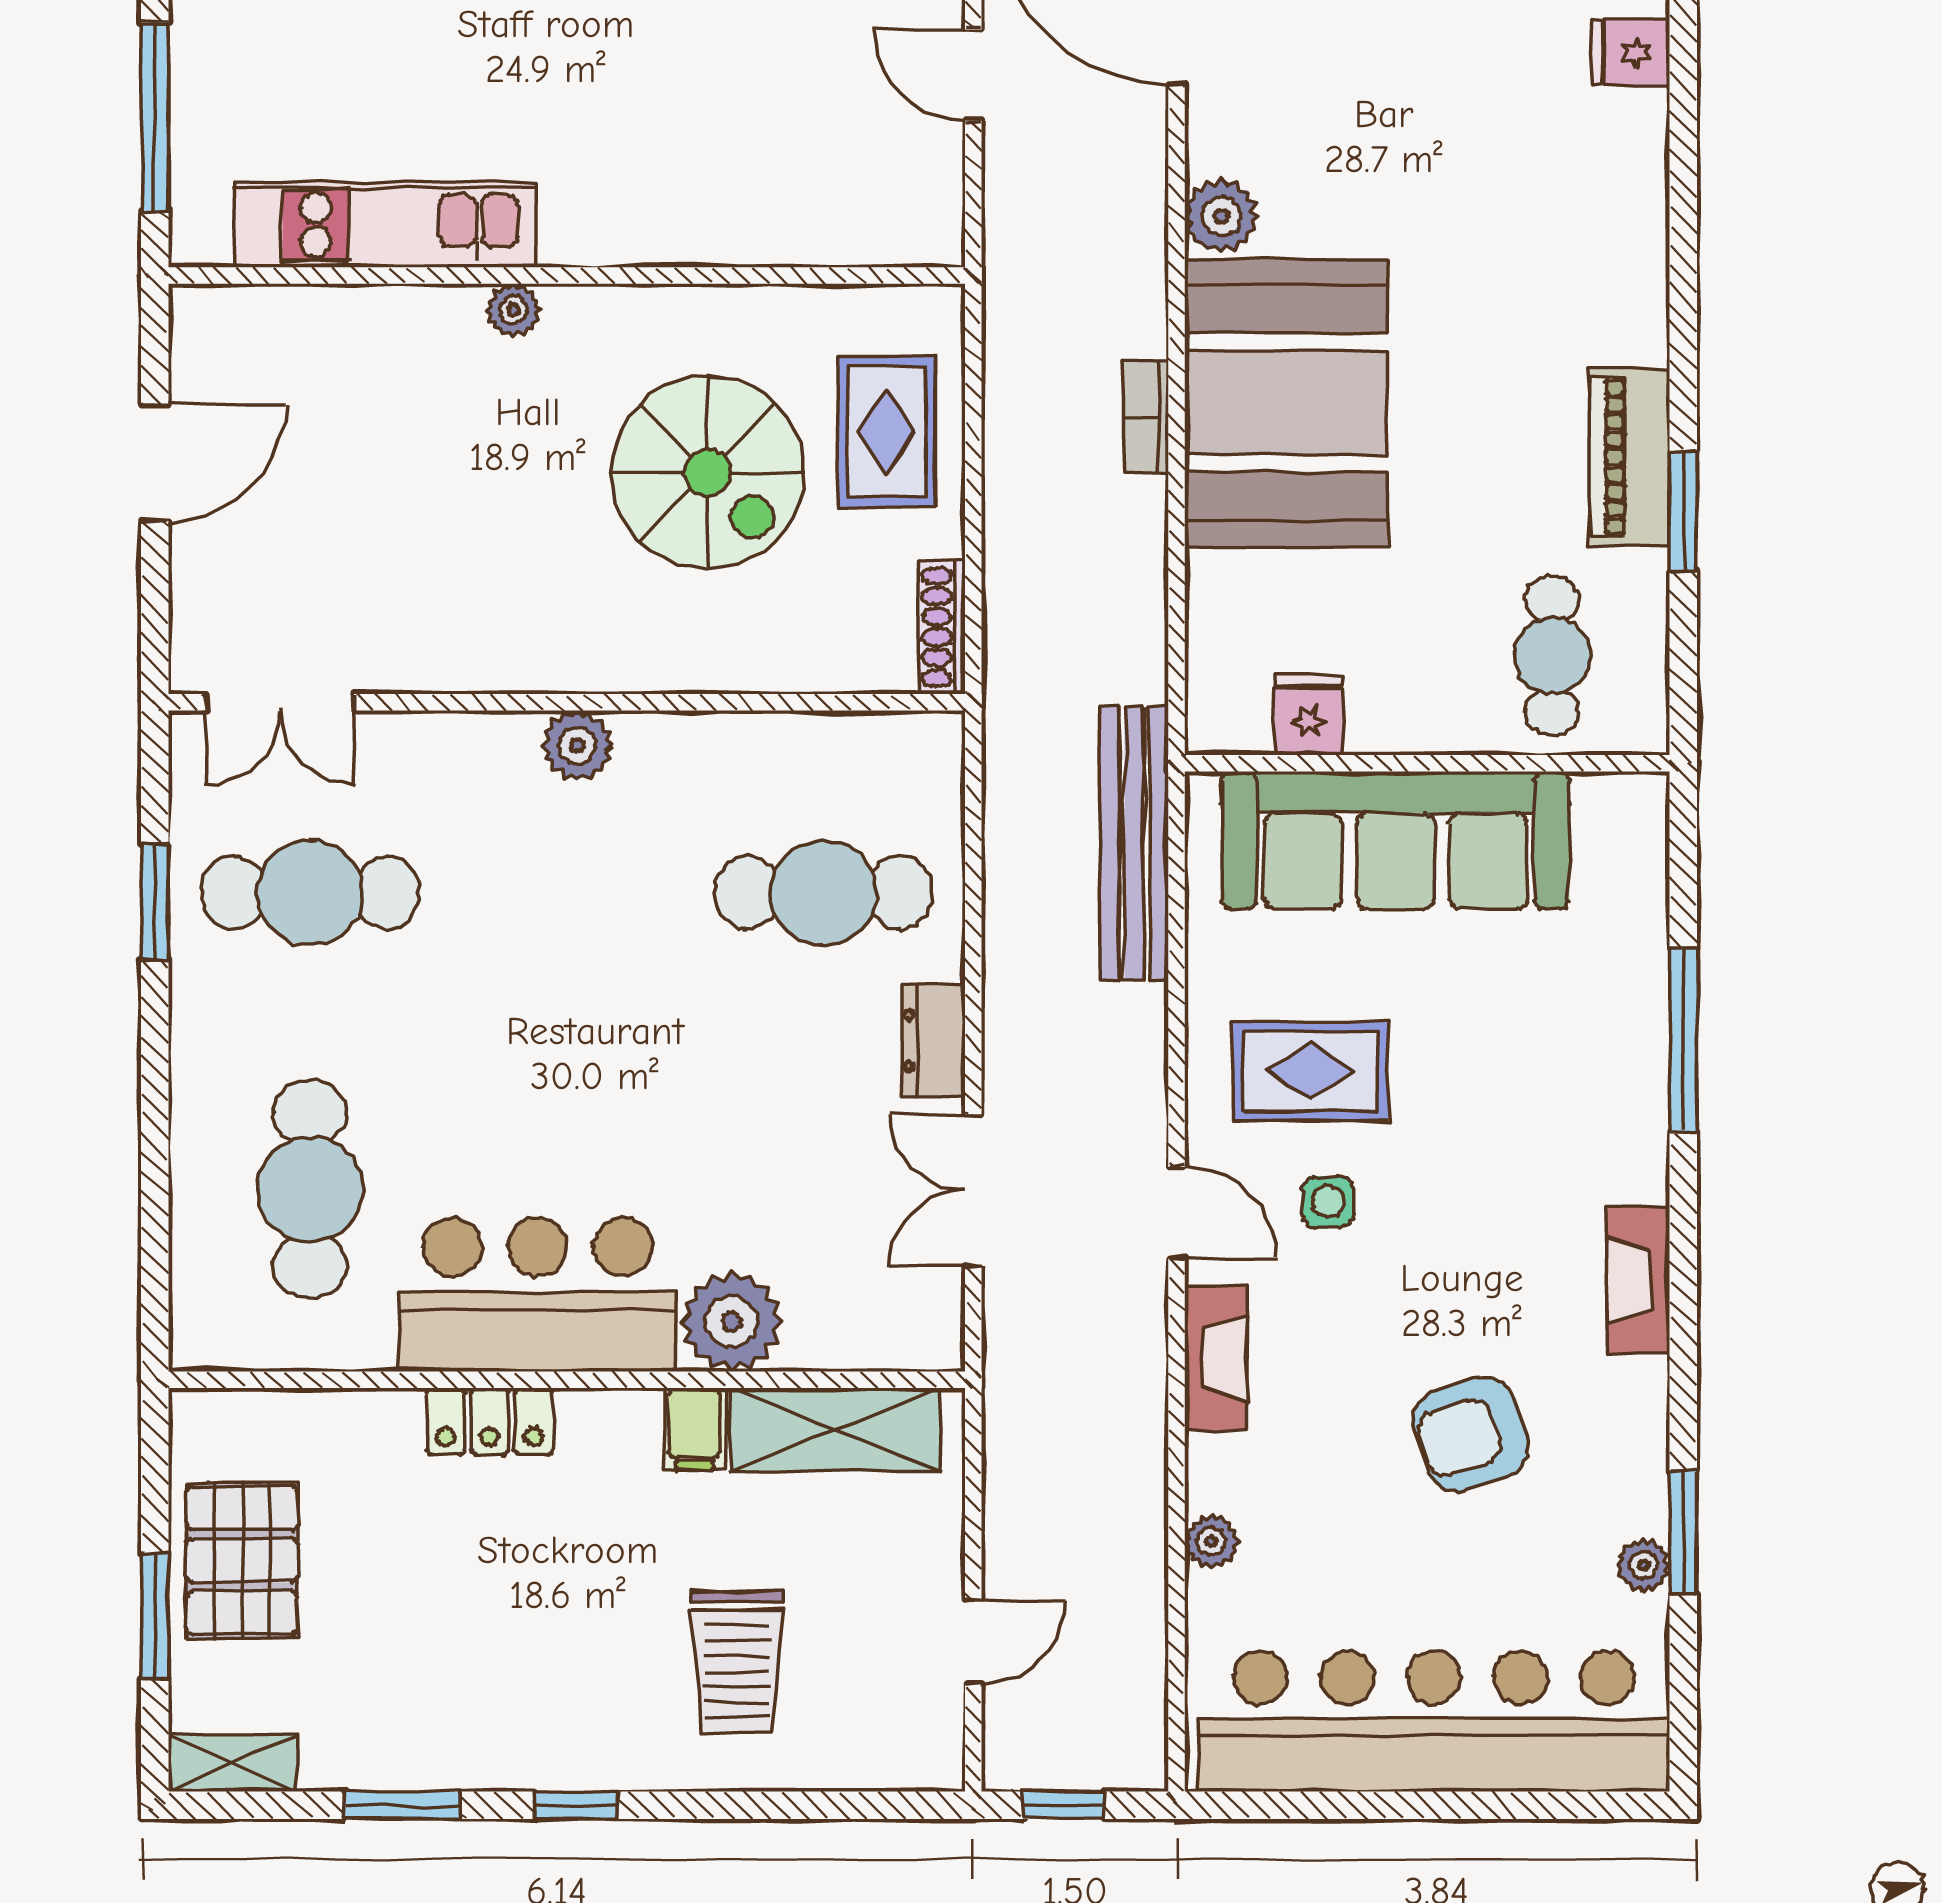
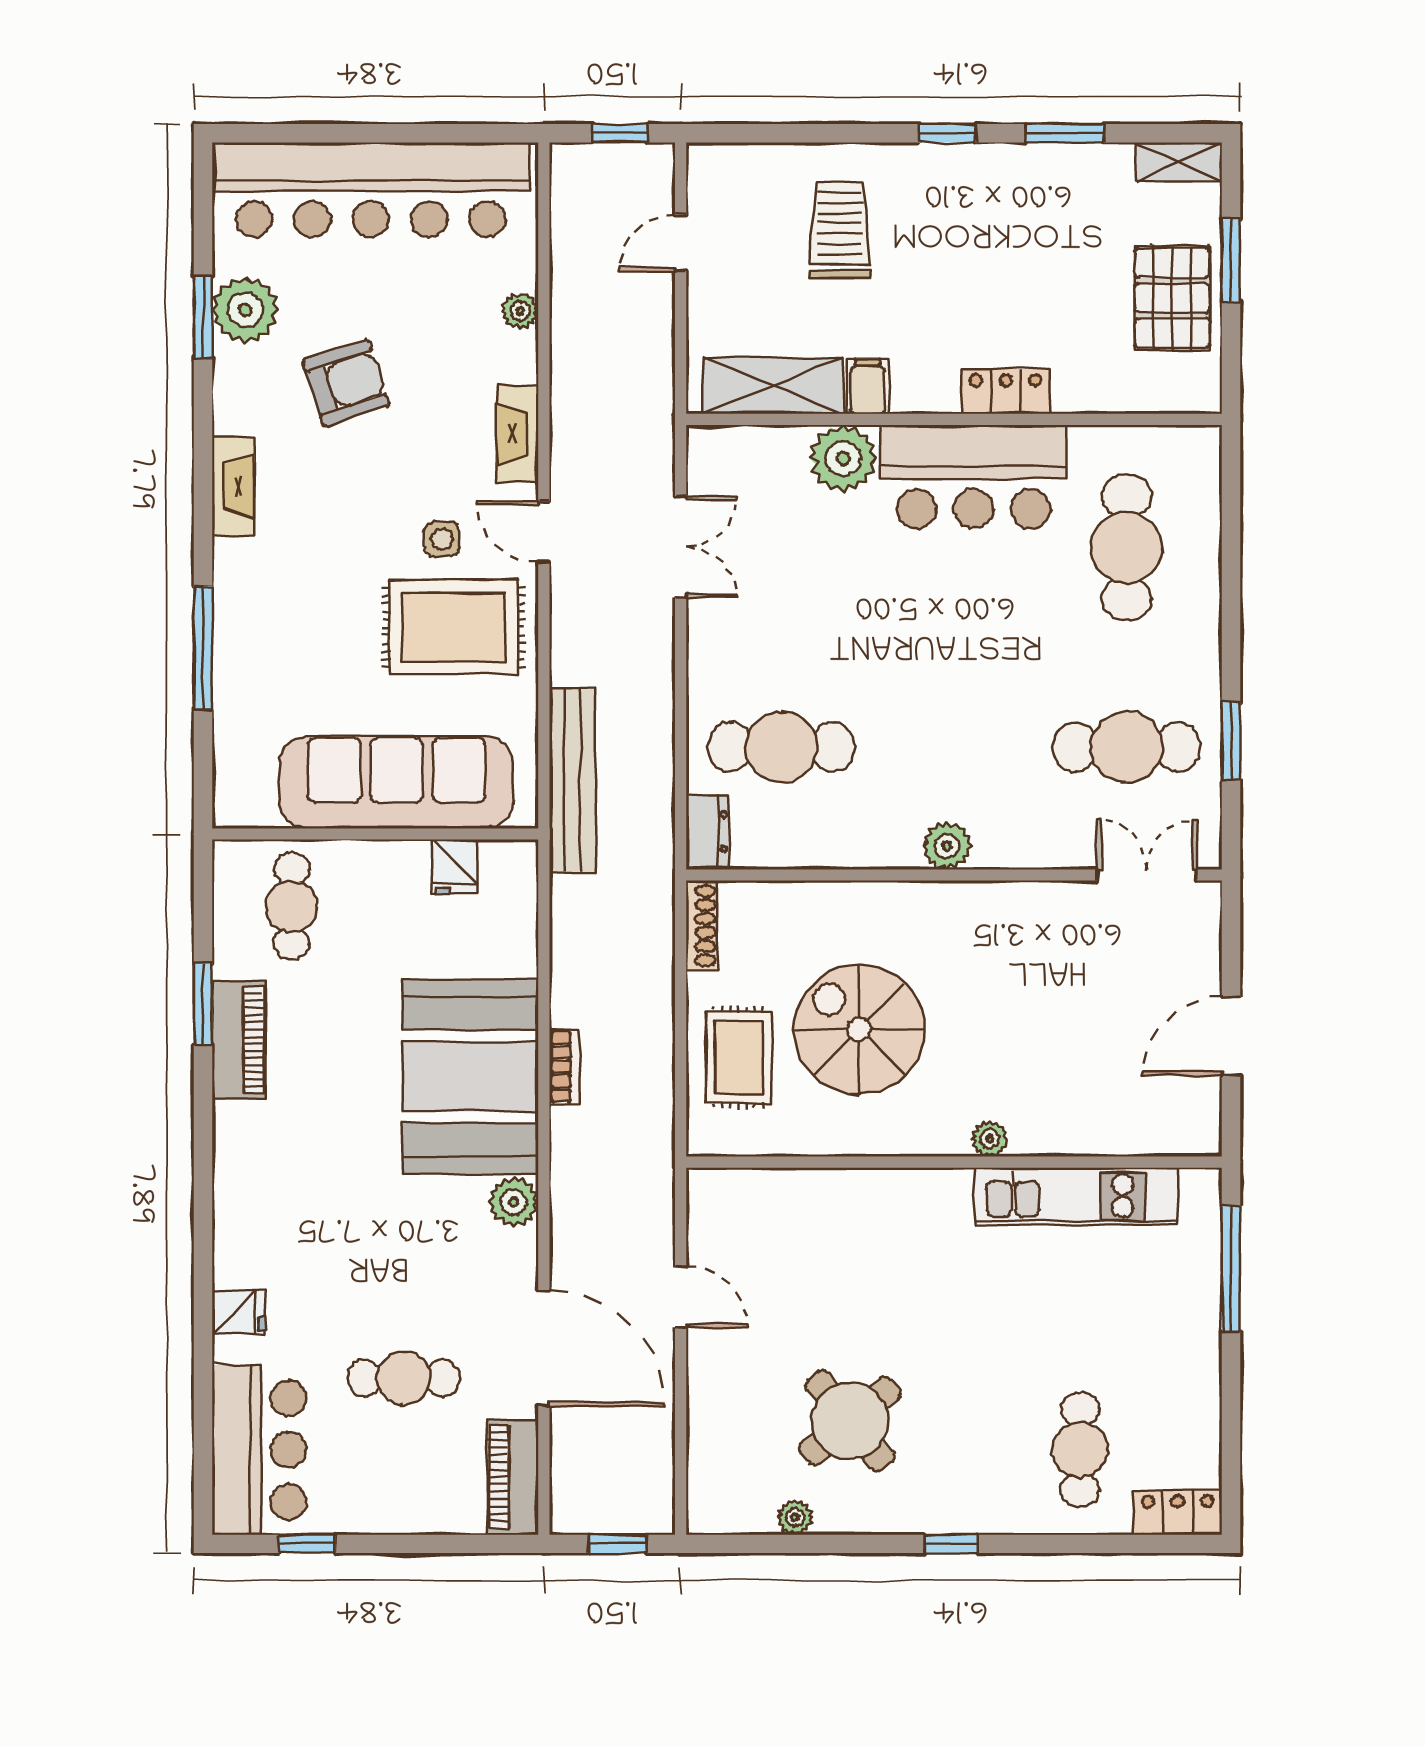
dresser: (934, 1041) -> (707, 832), moved
rug: (1310, 1071) -> (454, 627), width x1.36, depth x1.43
plant: (1643, 1565) -> (245, 310), width x1.88, depth x1.88

